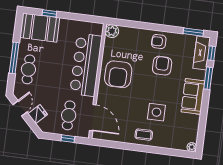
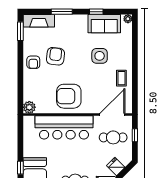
window: (211, 53) -> (96, 12), moved
armchair: (162, 66) -> (55, 56), turned 97
armchair: (118, 74) -> (69, 96), turned 180
sofa: (193, 96) -> (104, 24), moved
coffee table: (144, 135) -> (121, 78), moved

